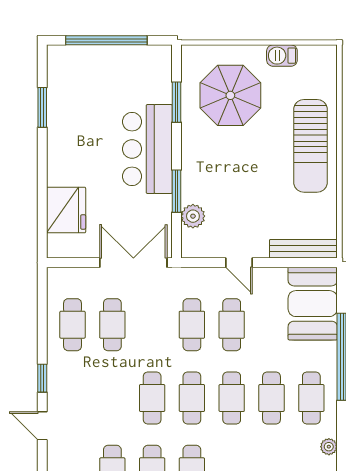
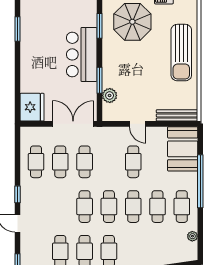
fridge: (66, 210) -> (32, 107), moved
cafe table: (192, 325) -> (85, 162), moved

